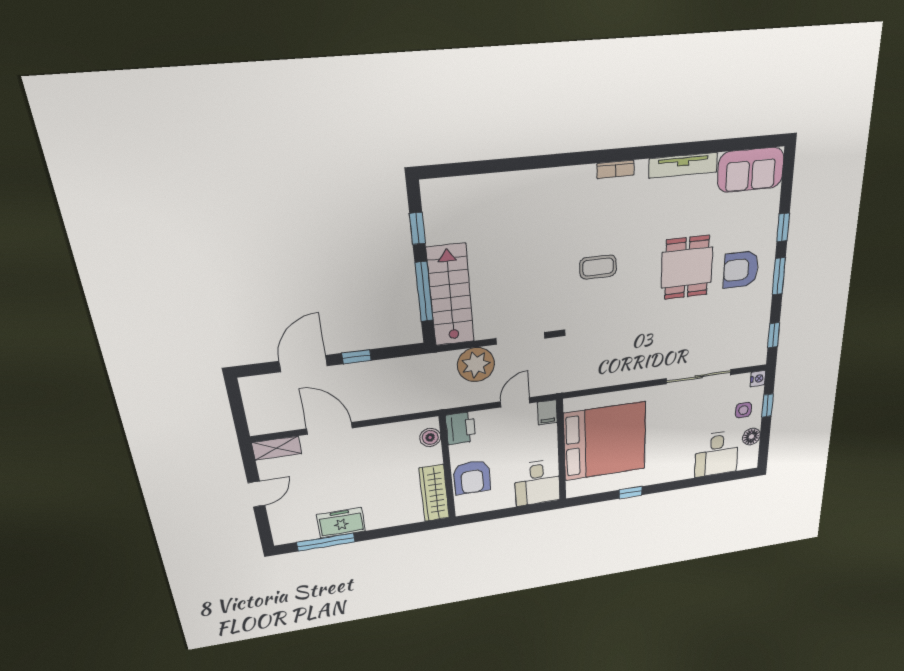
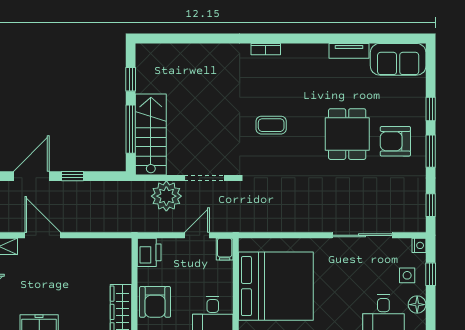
tv unit: (683, 165) -> (349, 51), width x0.71
bookcase: (615, 169) -> (266, 49), moved
boiler: (430, 437) -> (123, 257), removed

